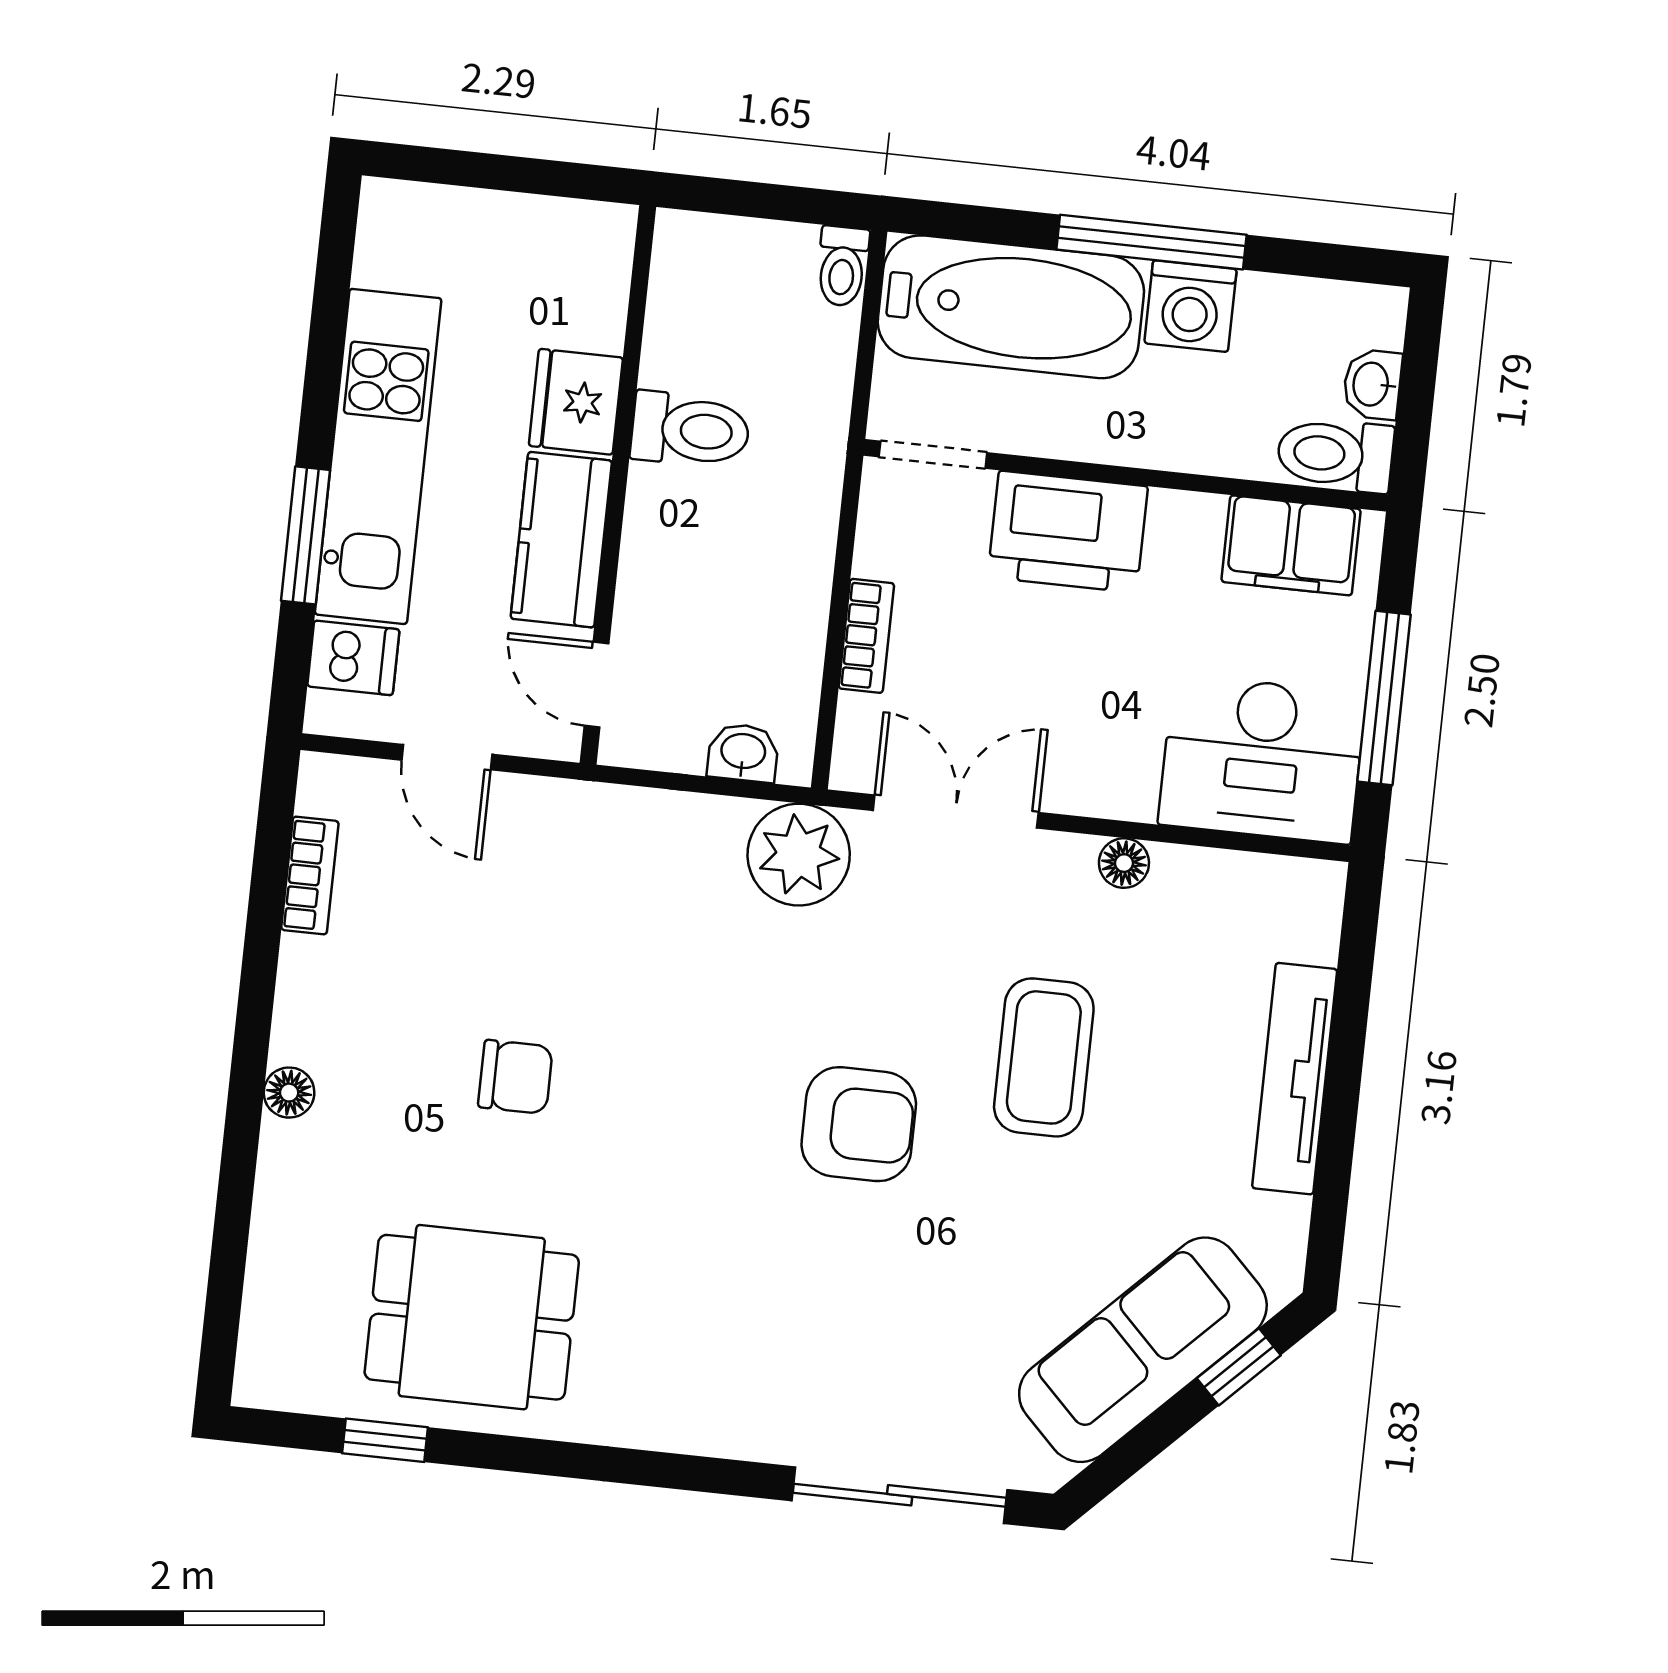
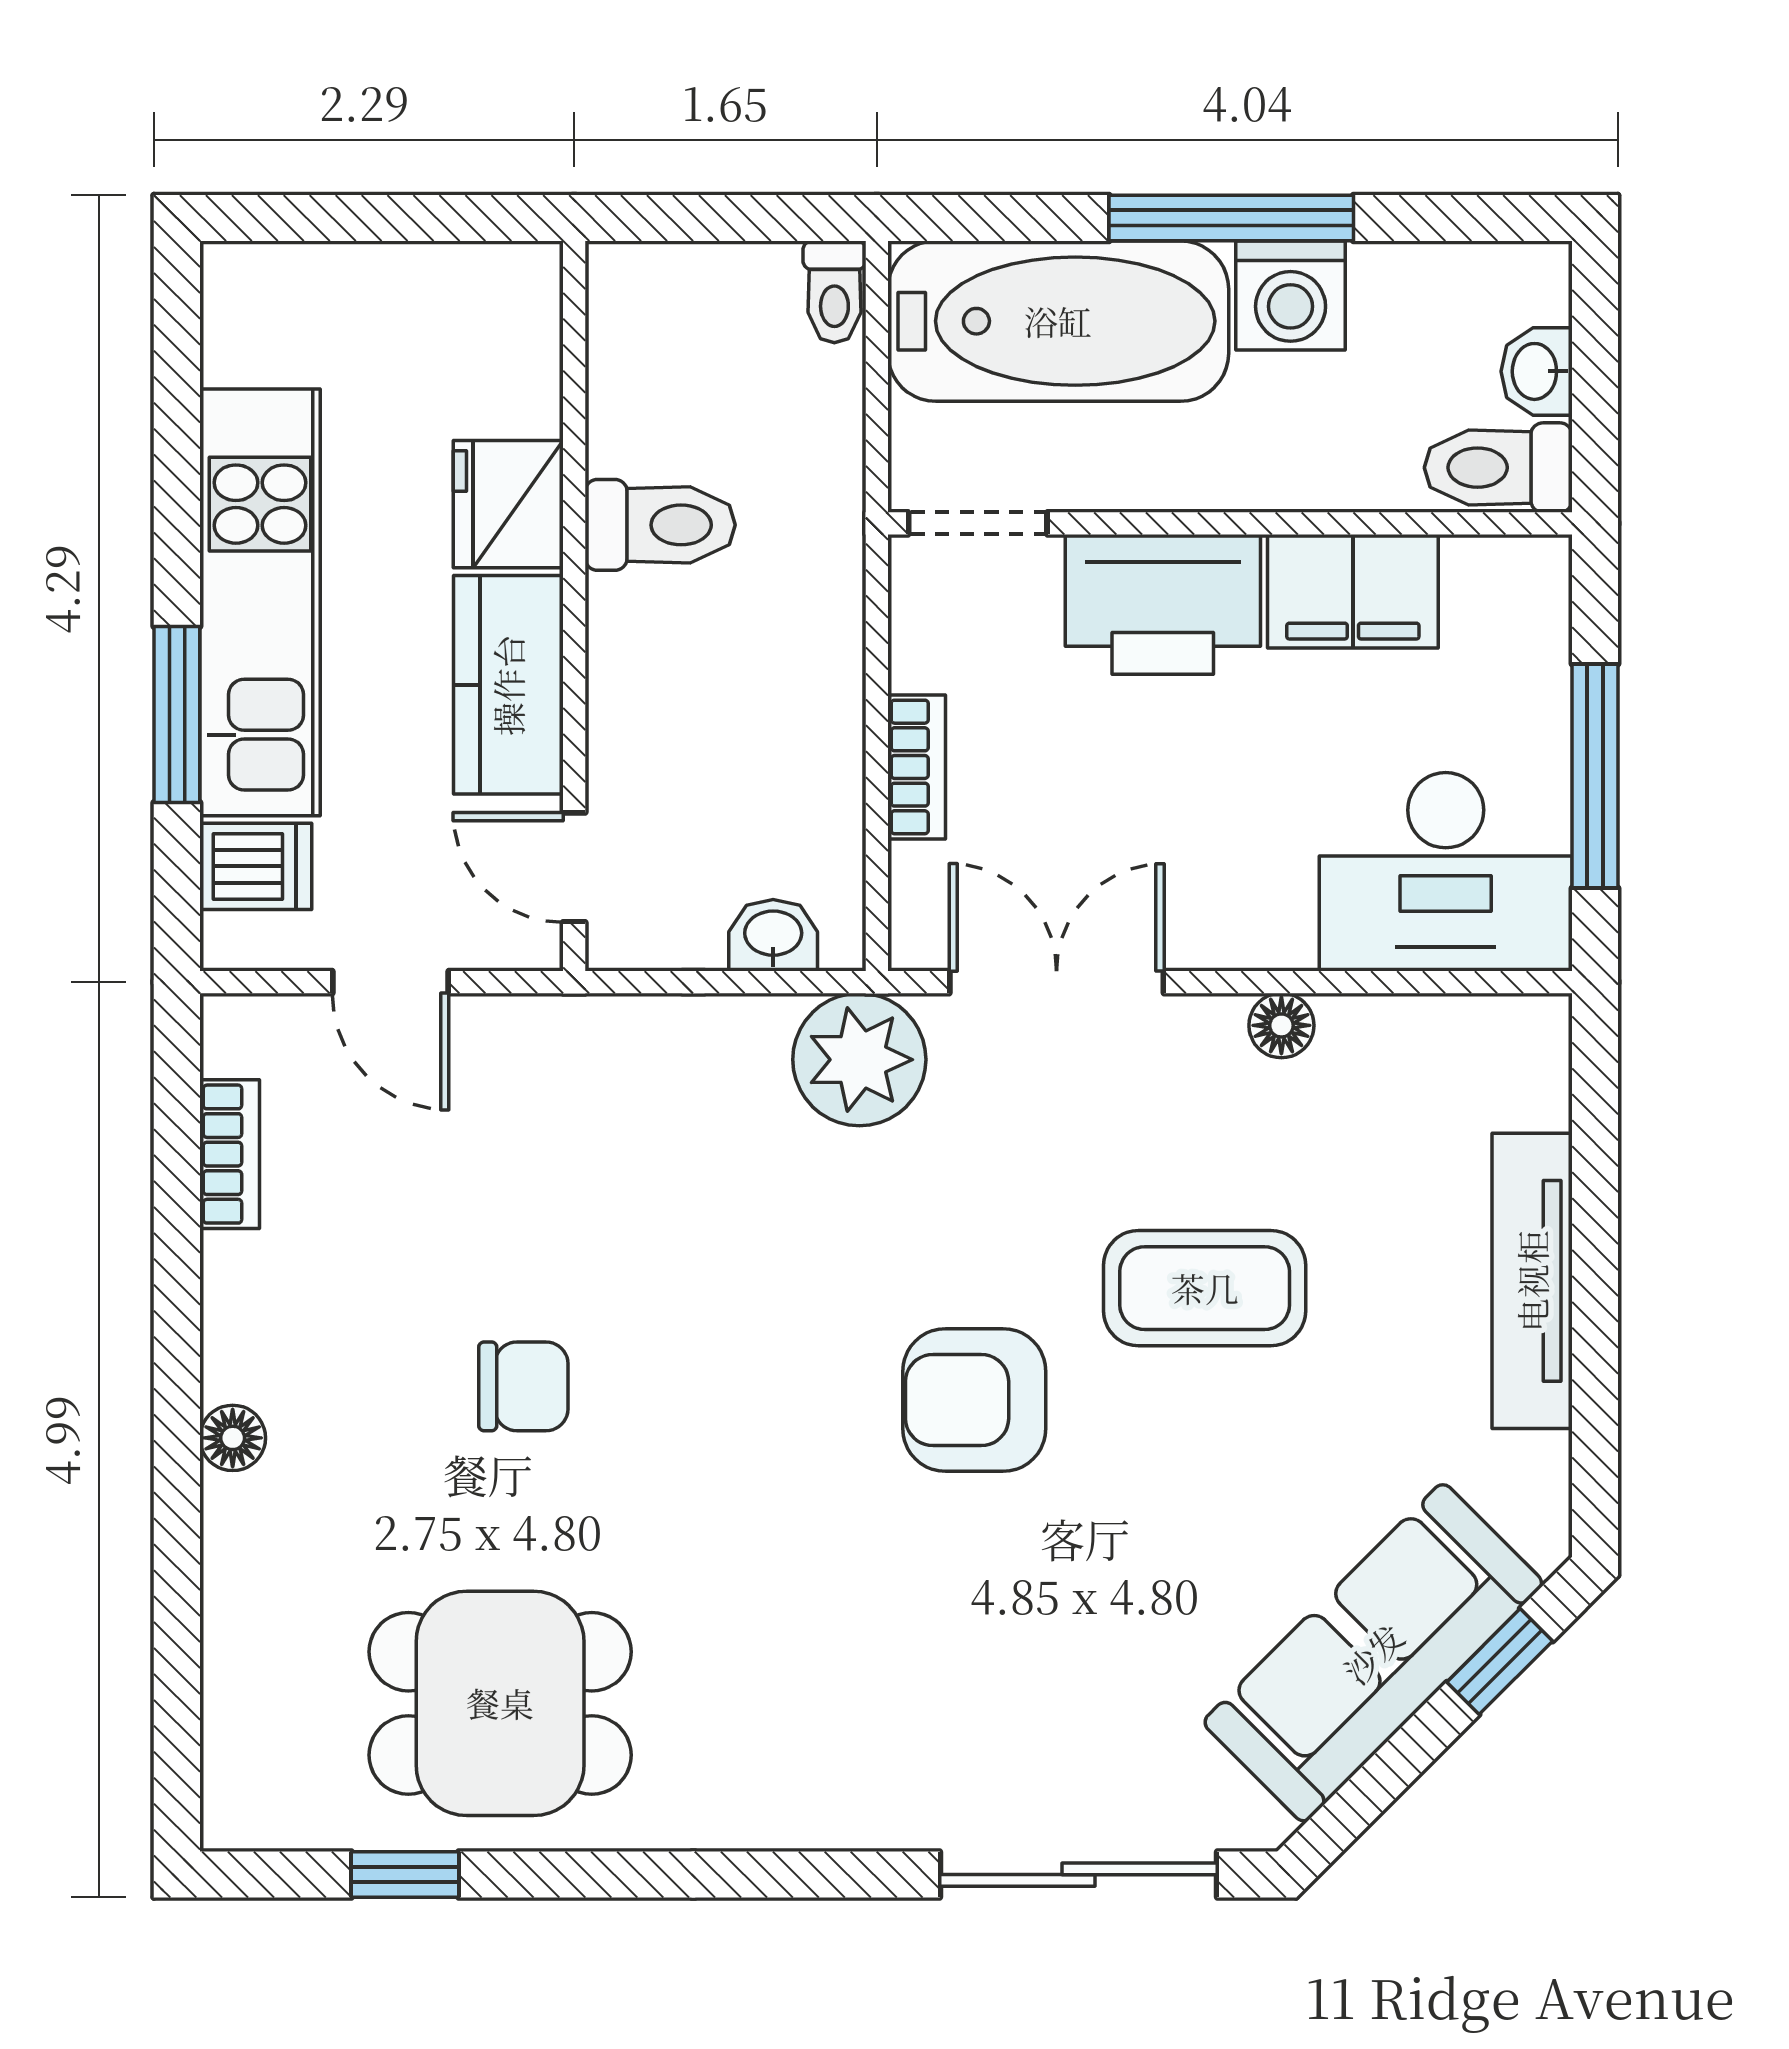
filing cabinet: (1291, 545) -> (1353, 591), moved
coffee table: (1044, 1057) -> (1205, 1288), turned 90
armchair: (859, 1124) -> (974, 1400), turned 180

